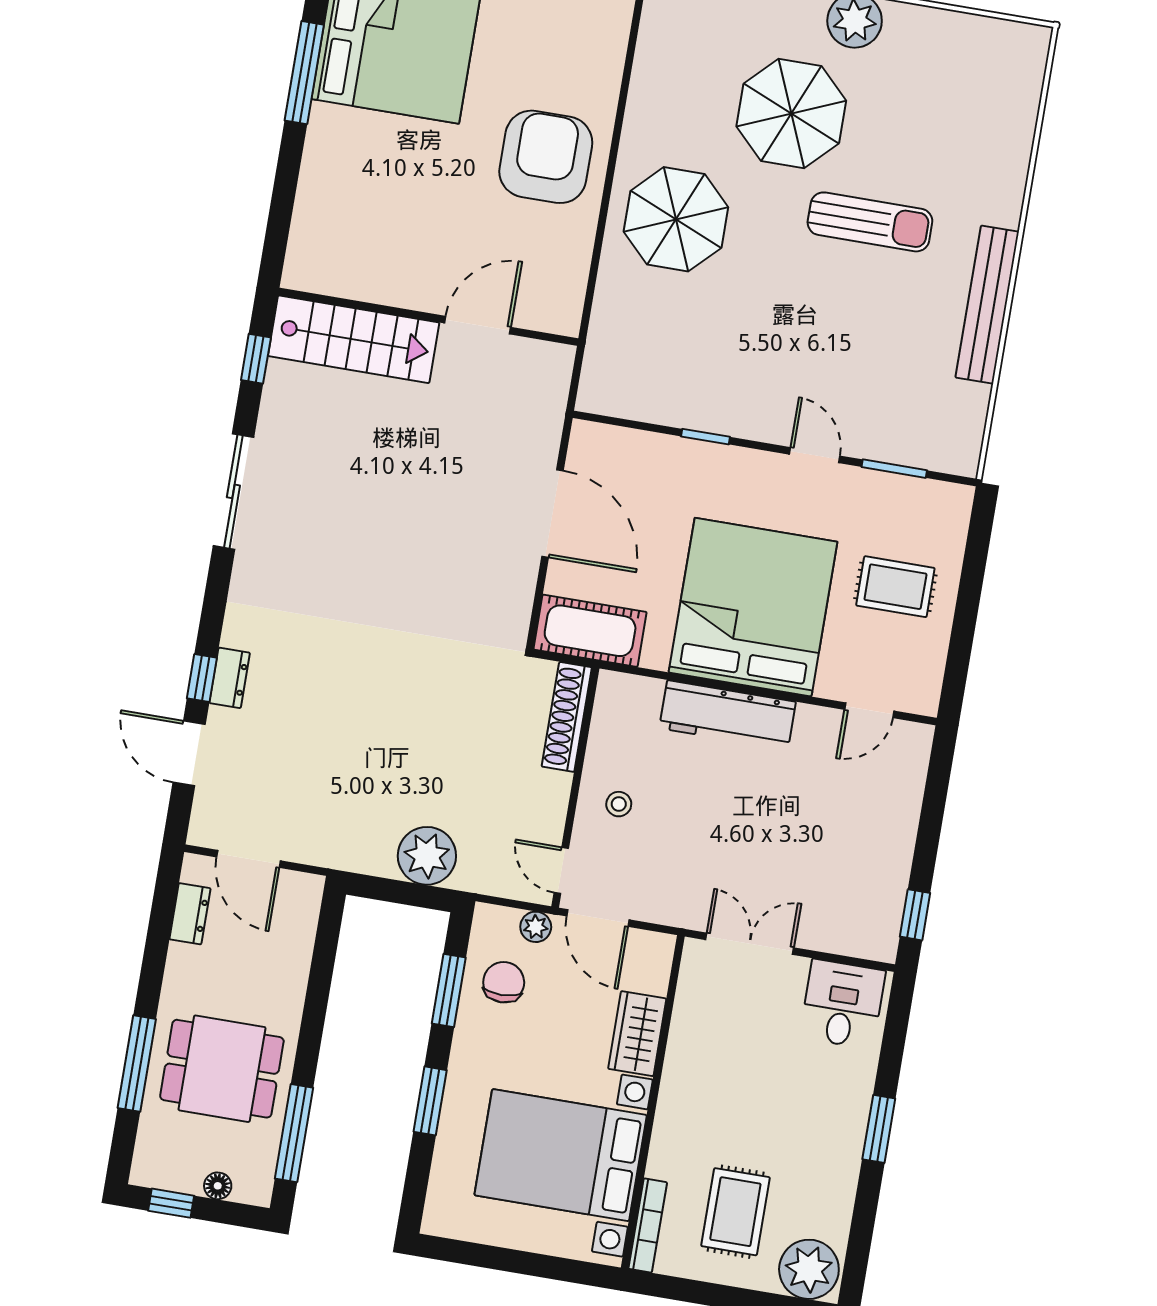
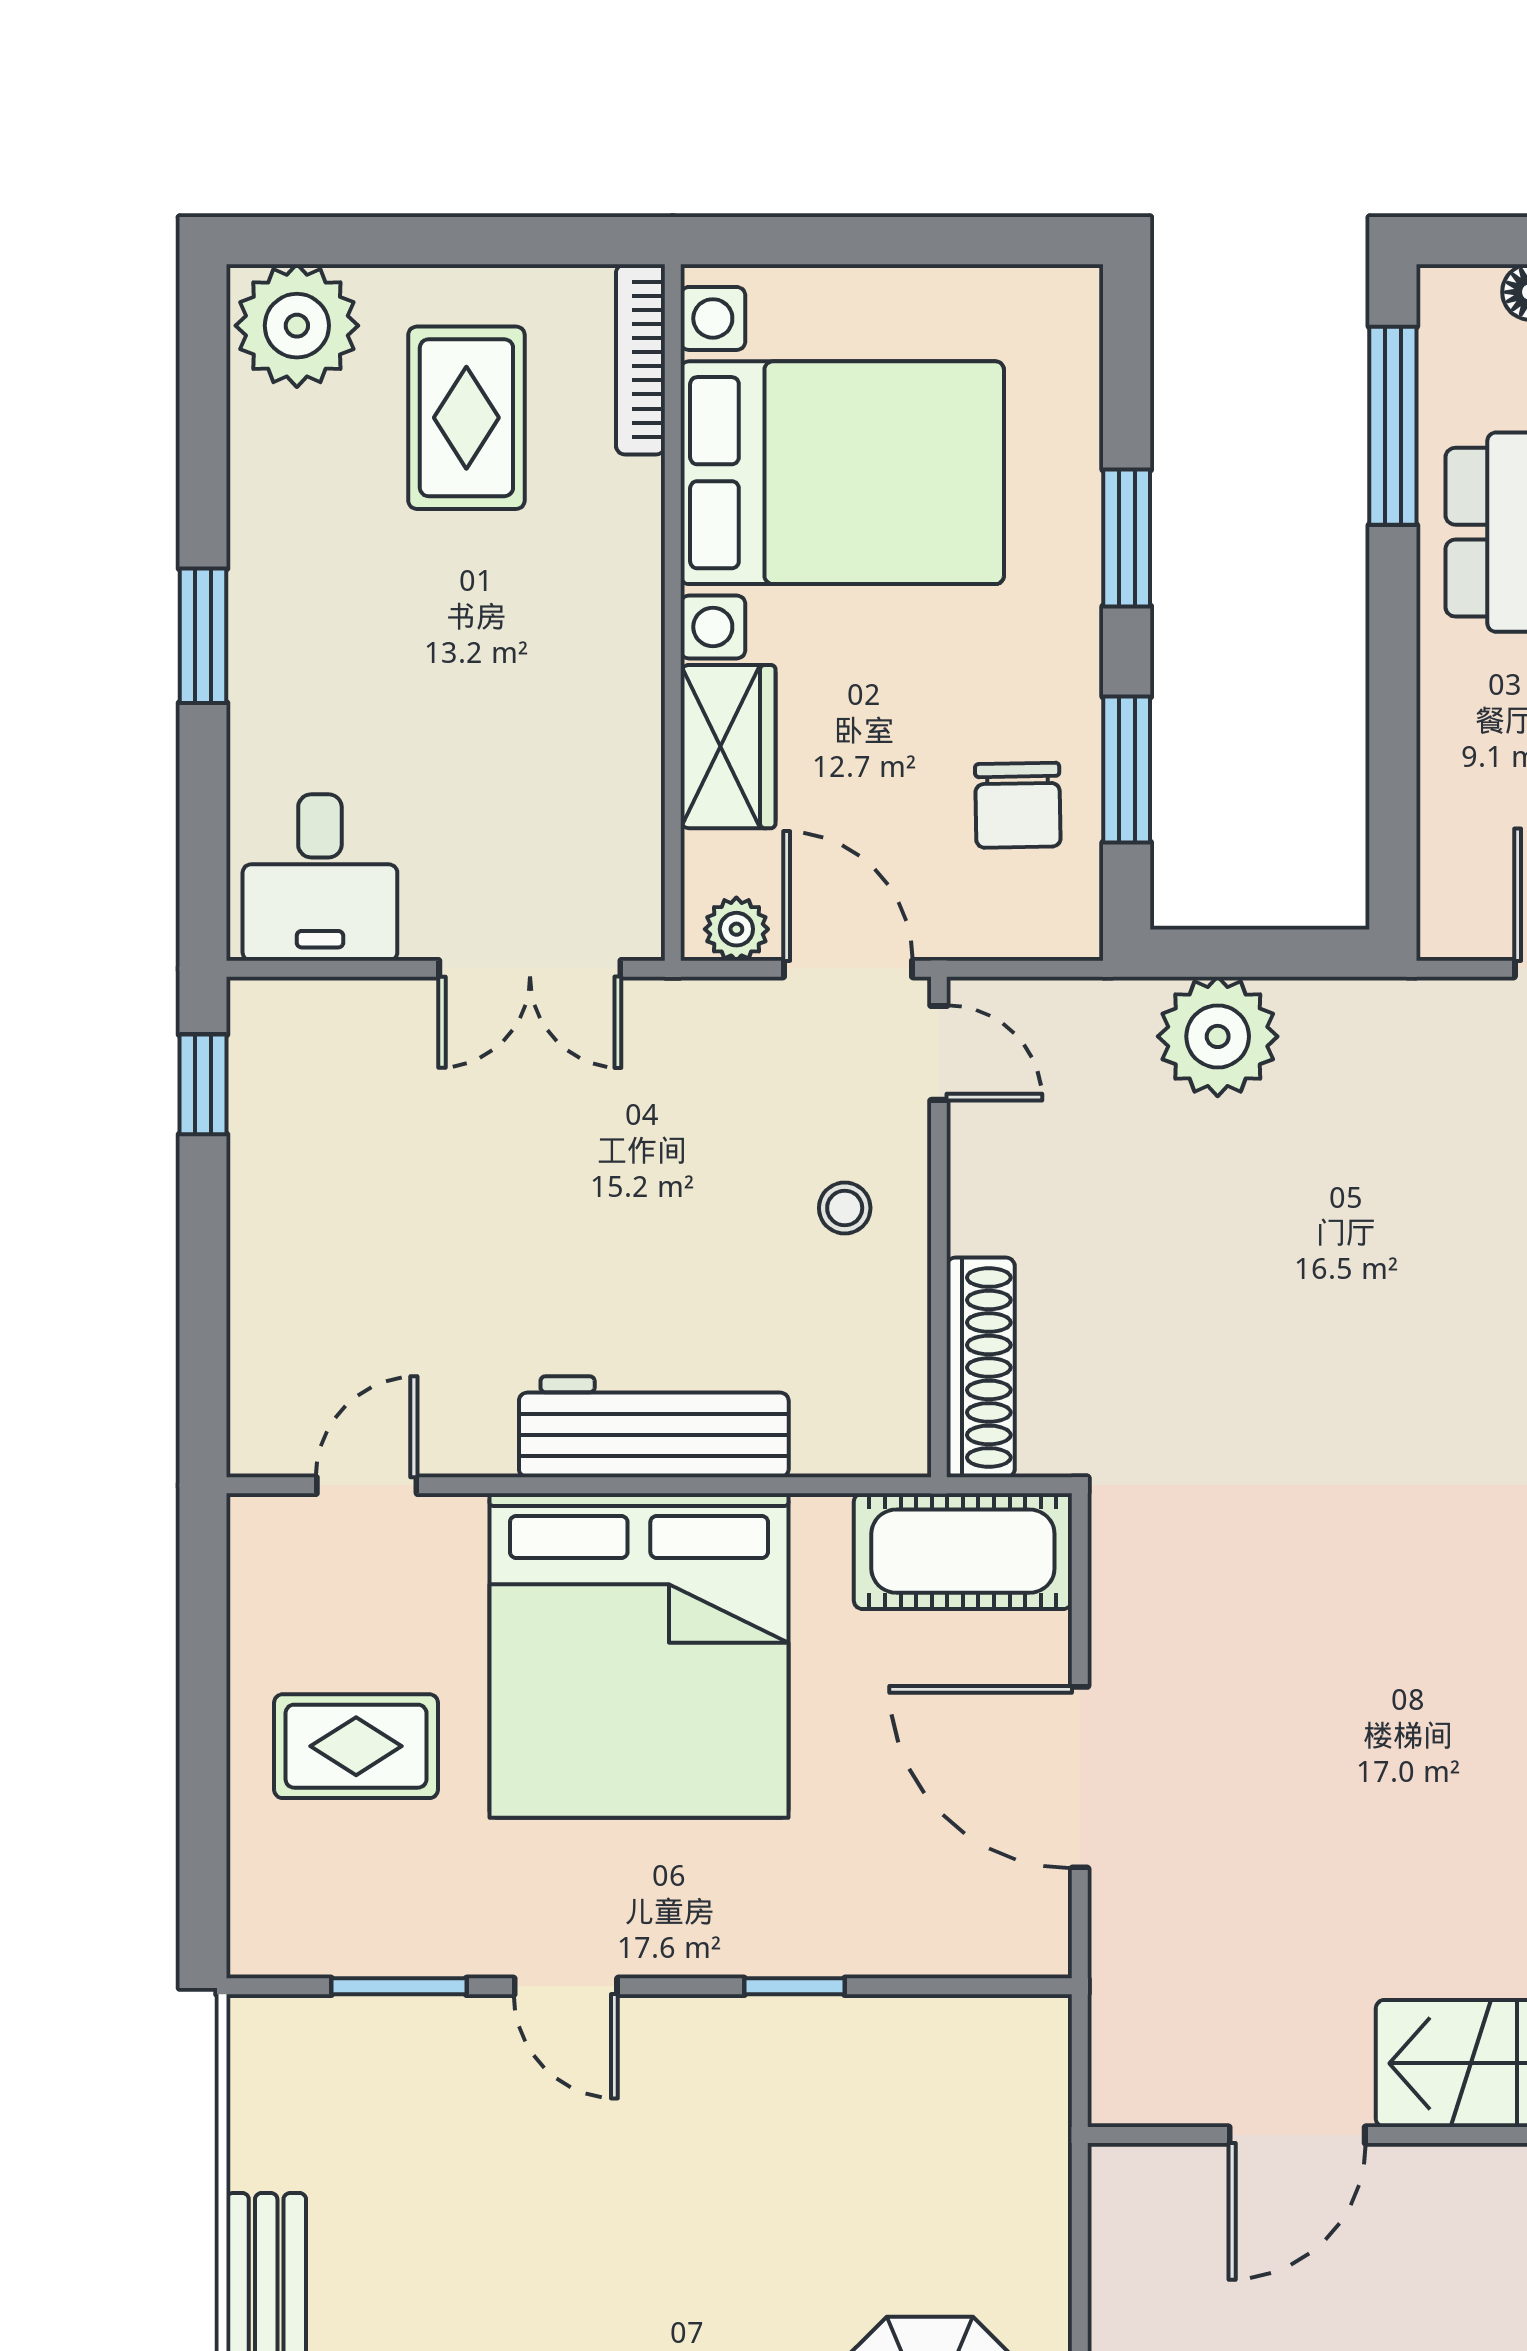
plant: (536, 927) -> (736, 929), moved

